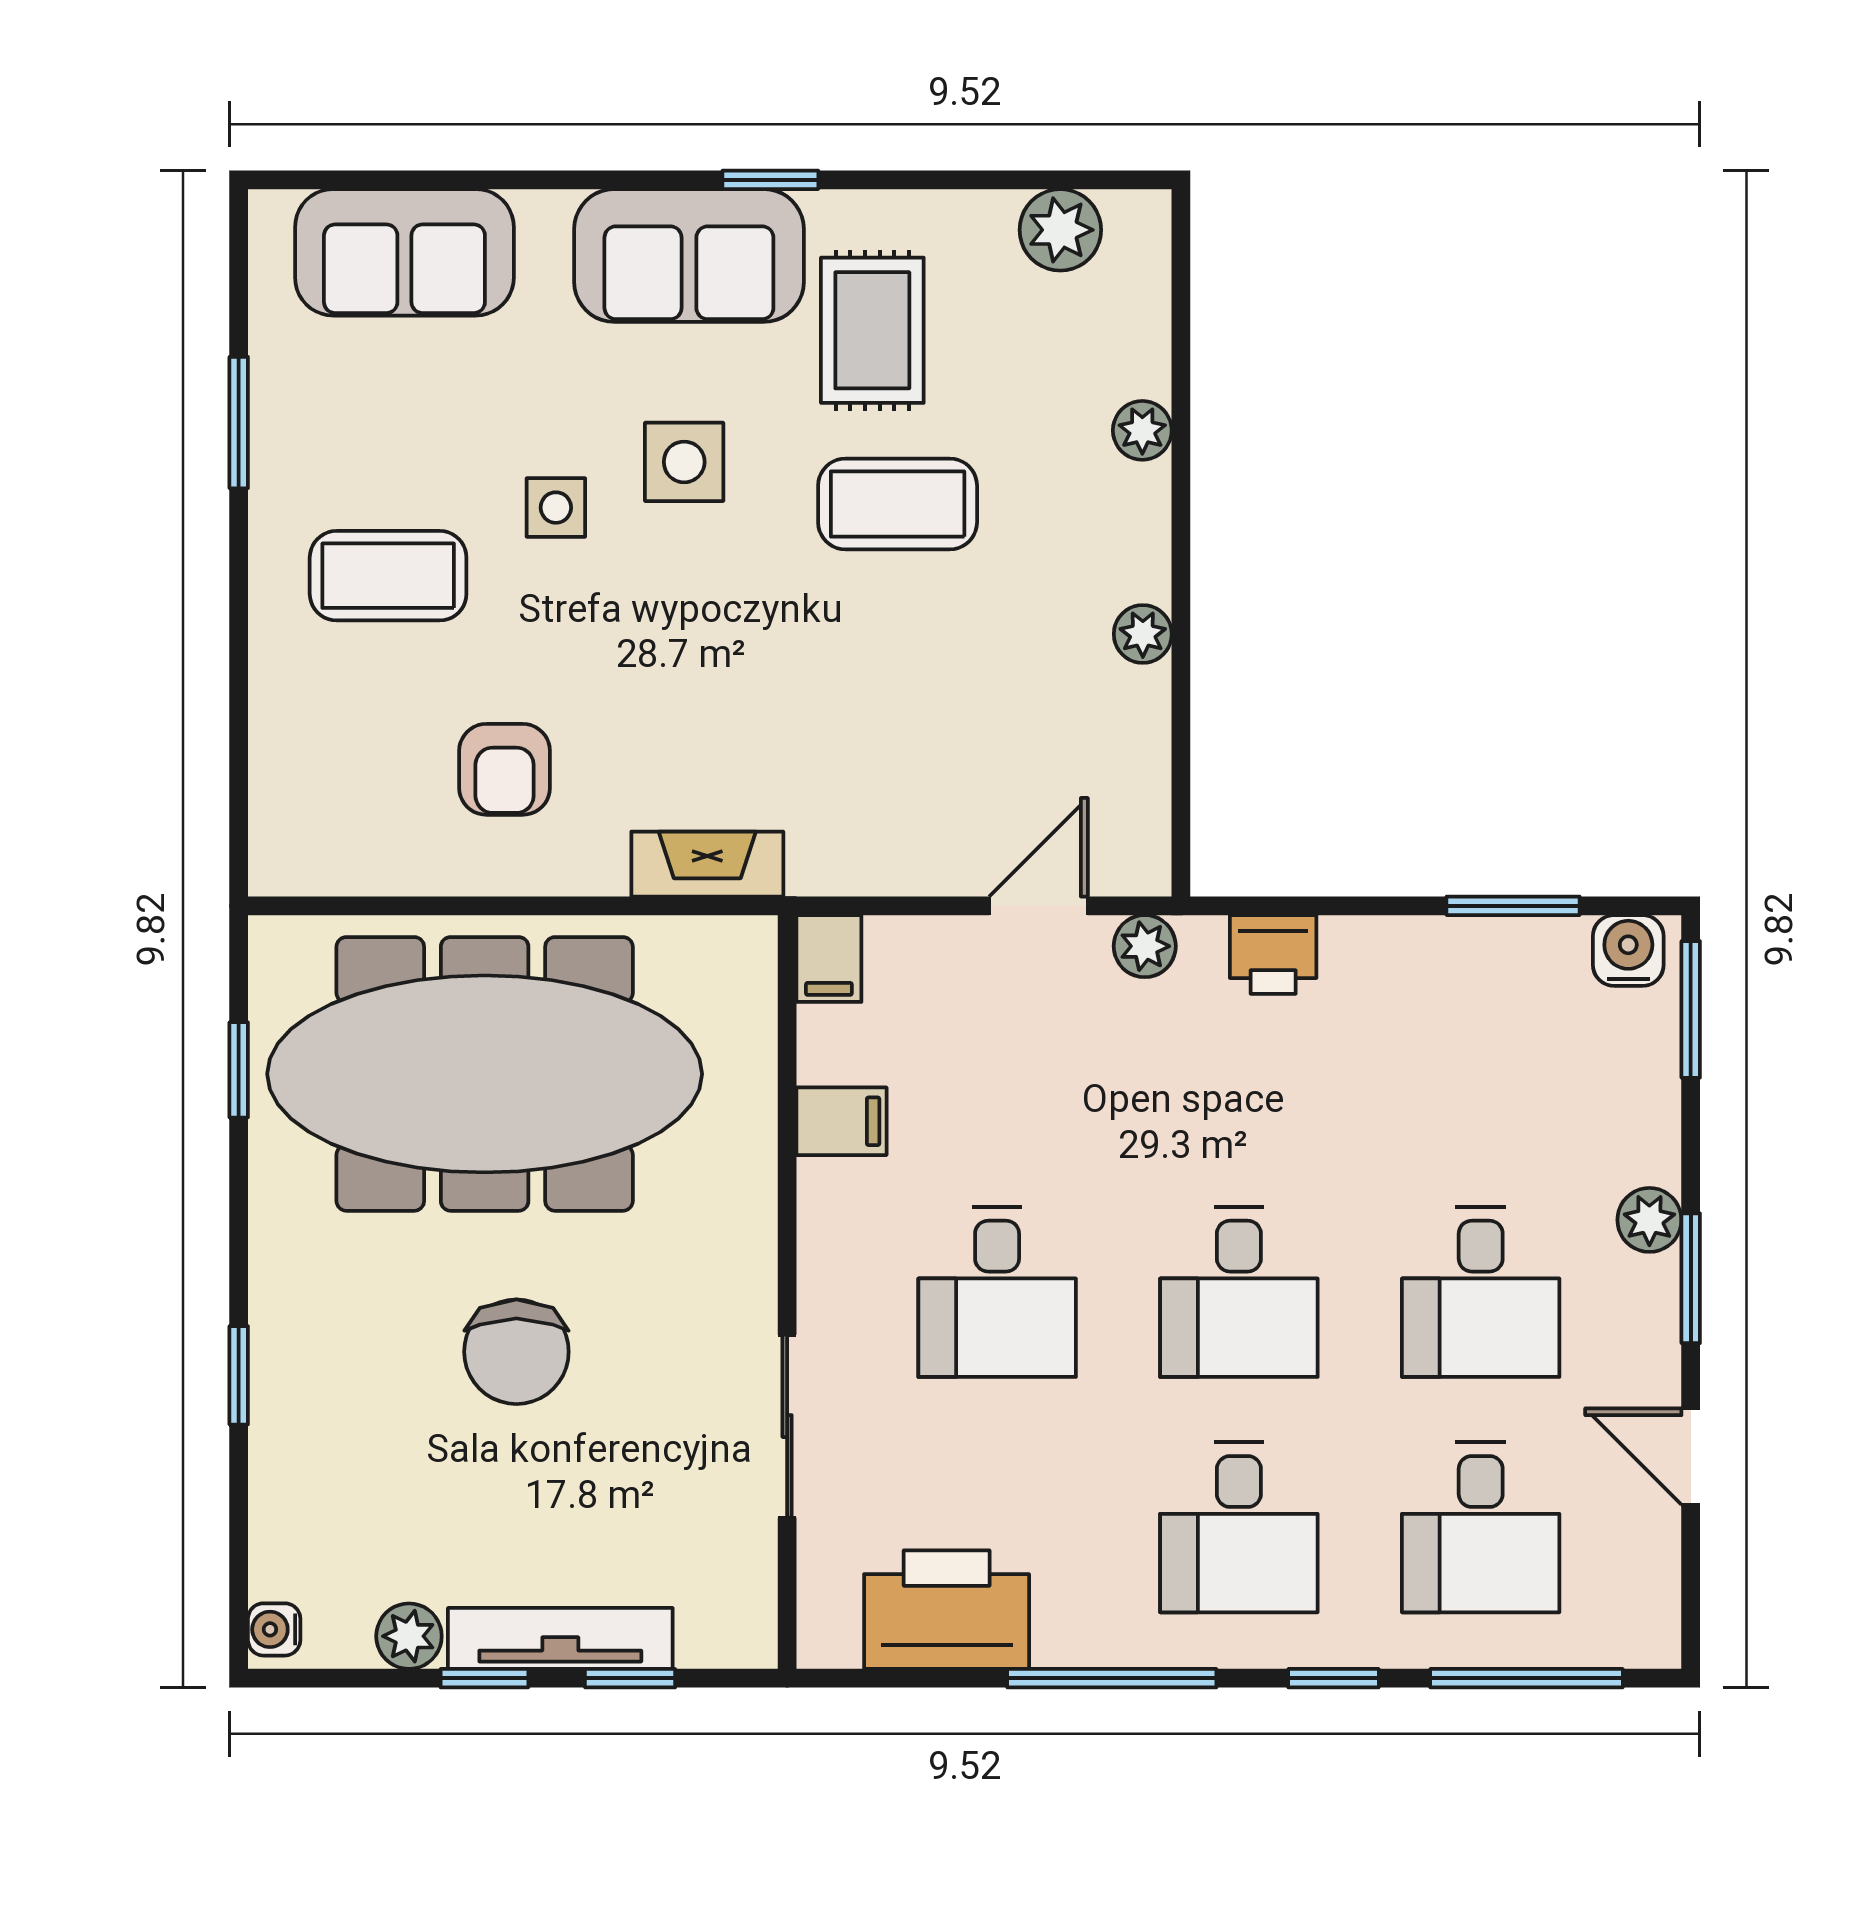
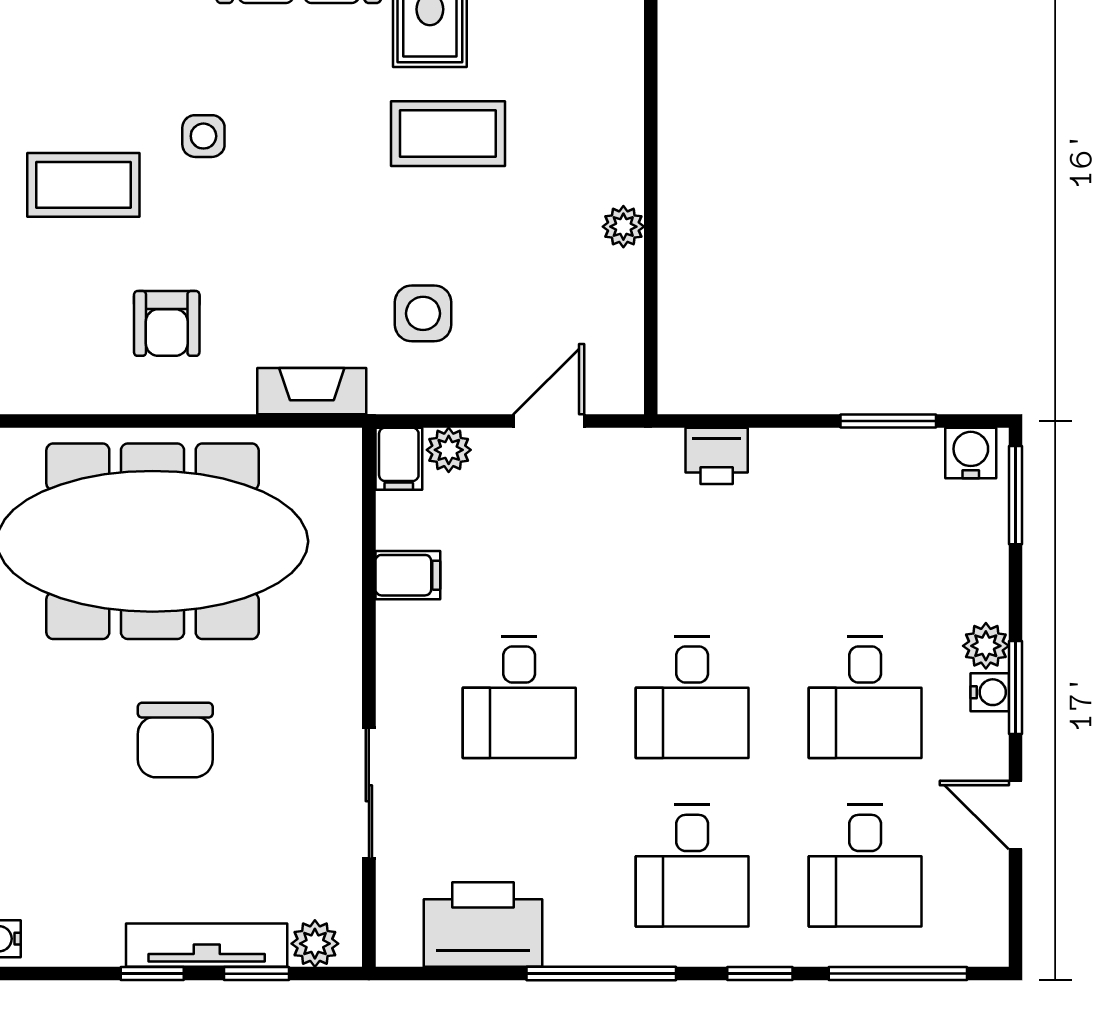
plant: (1142, 430) -> (623, 81), removed
side table: (684, 462) -> (423, 313), moved
plant: (1145, 946) -> (449, 450), moved
water cooler: (1655, 1285) -> (990, 692), added
plant: (409, 1636) -> (315, 944), moved

